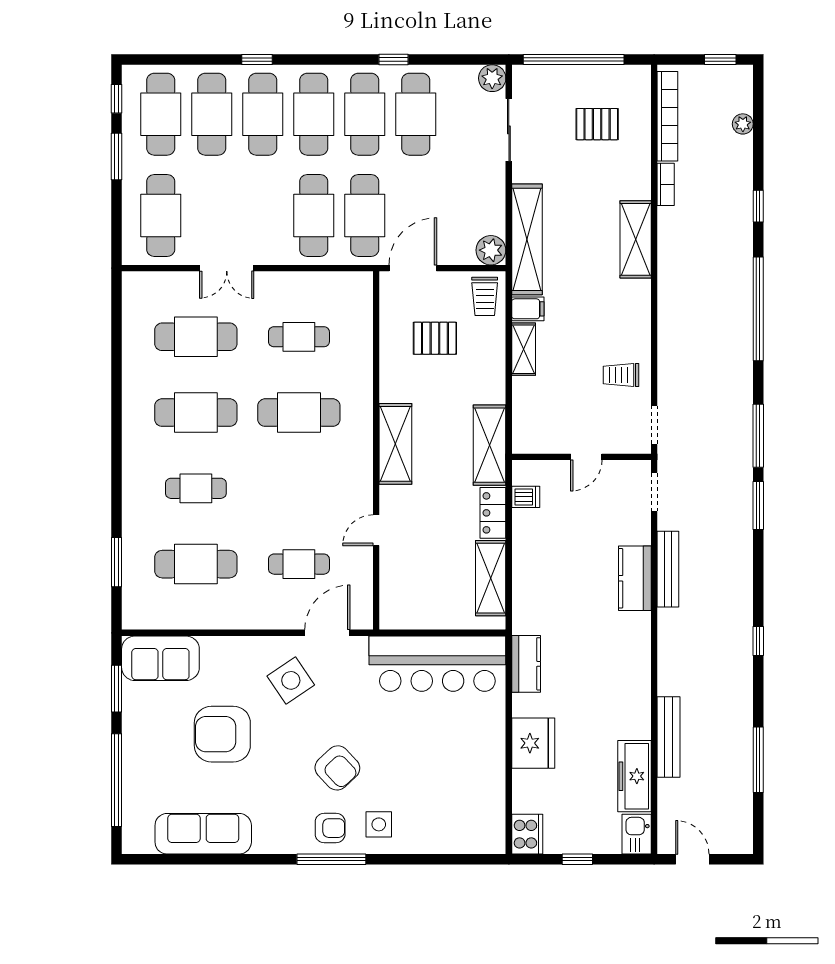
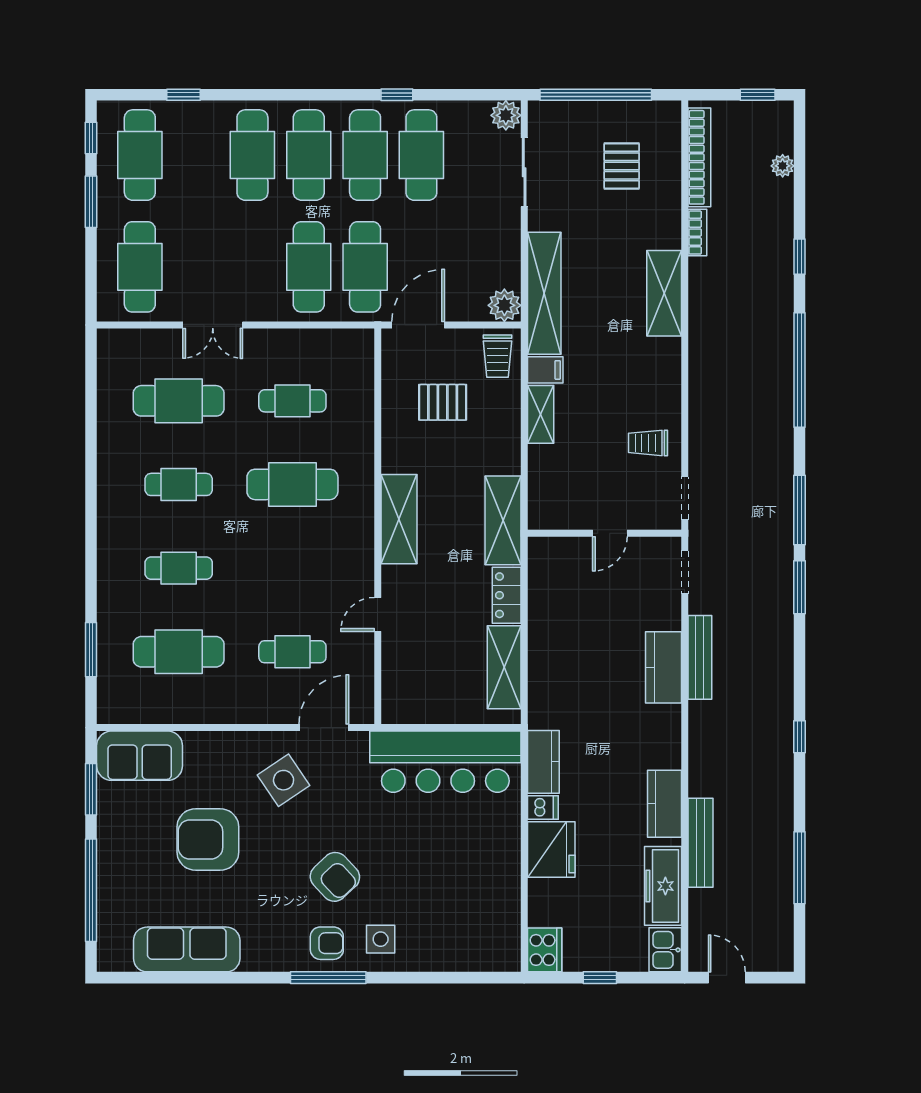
window: (257, 60) -> (184, 95), moved
cafe table: (212, 114) -> (196, 155), removed
pallet: (597, 124) -> (622, 166), turned 90
cafe table: (196, 413) -> (179, 484), width x0.73, depth x0.74
dishwasher: (526, 497) -> (543, 807), moved
kitchen counter: (636, 702) -> (664, 804), added

